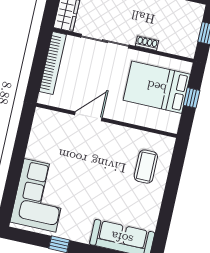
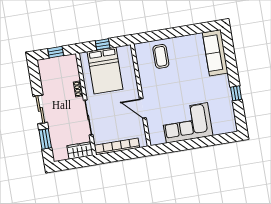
coffee table: (146, 167) -> (161, 56), turned 90
corner sofa: (40, 195) -> (187, 123), moved

